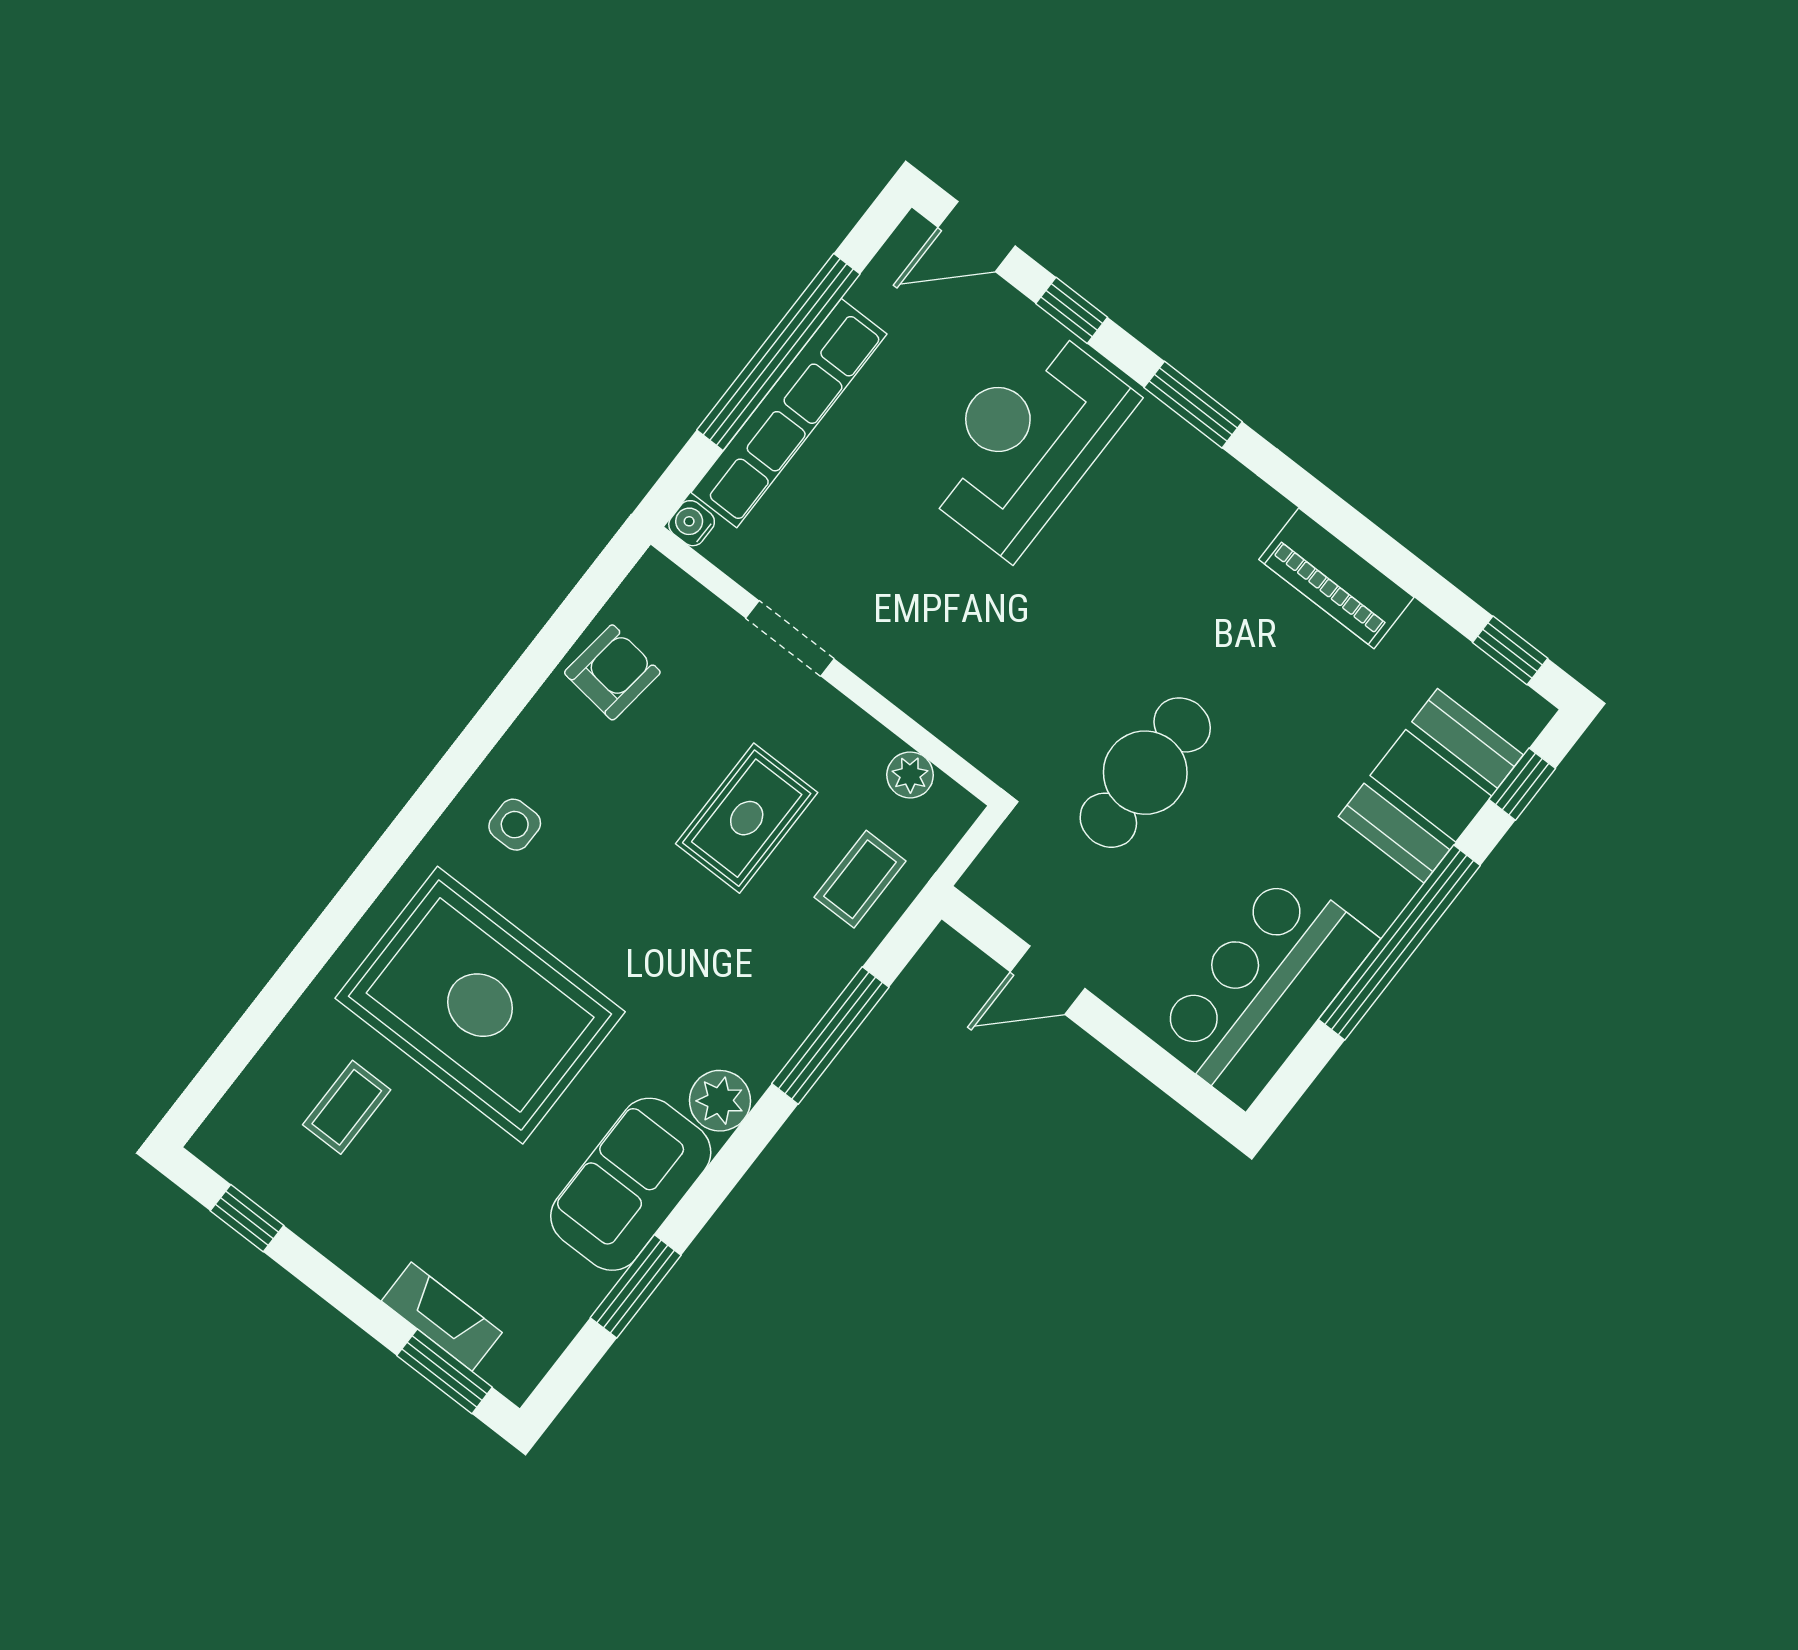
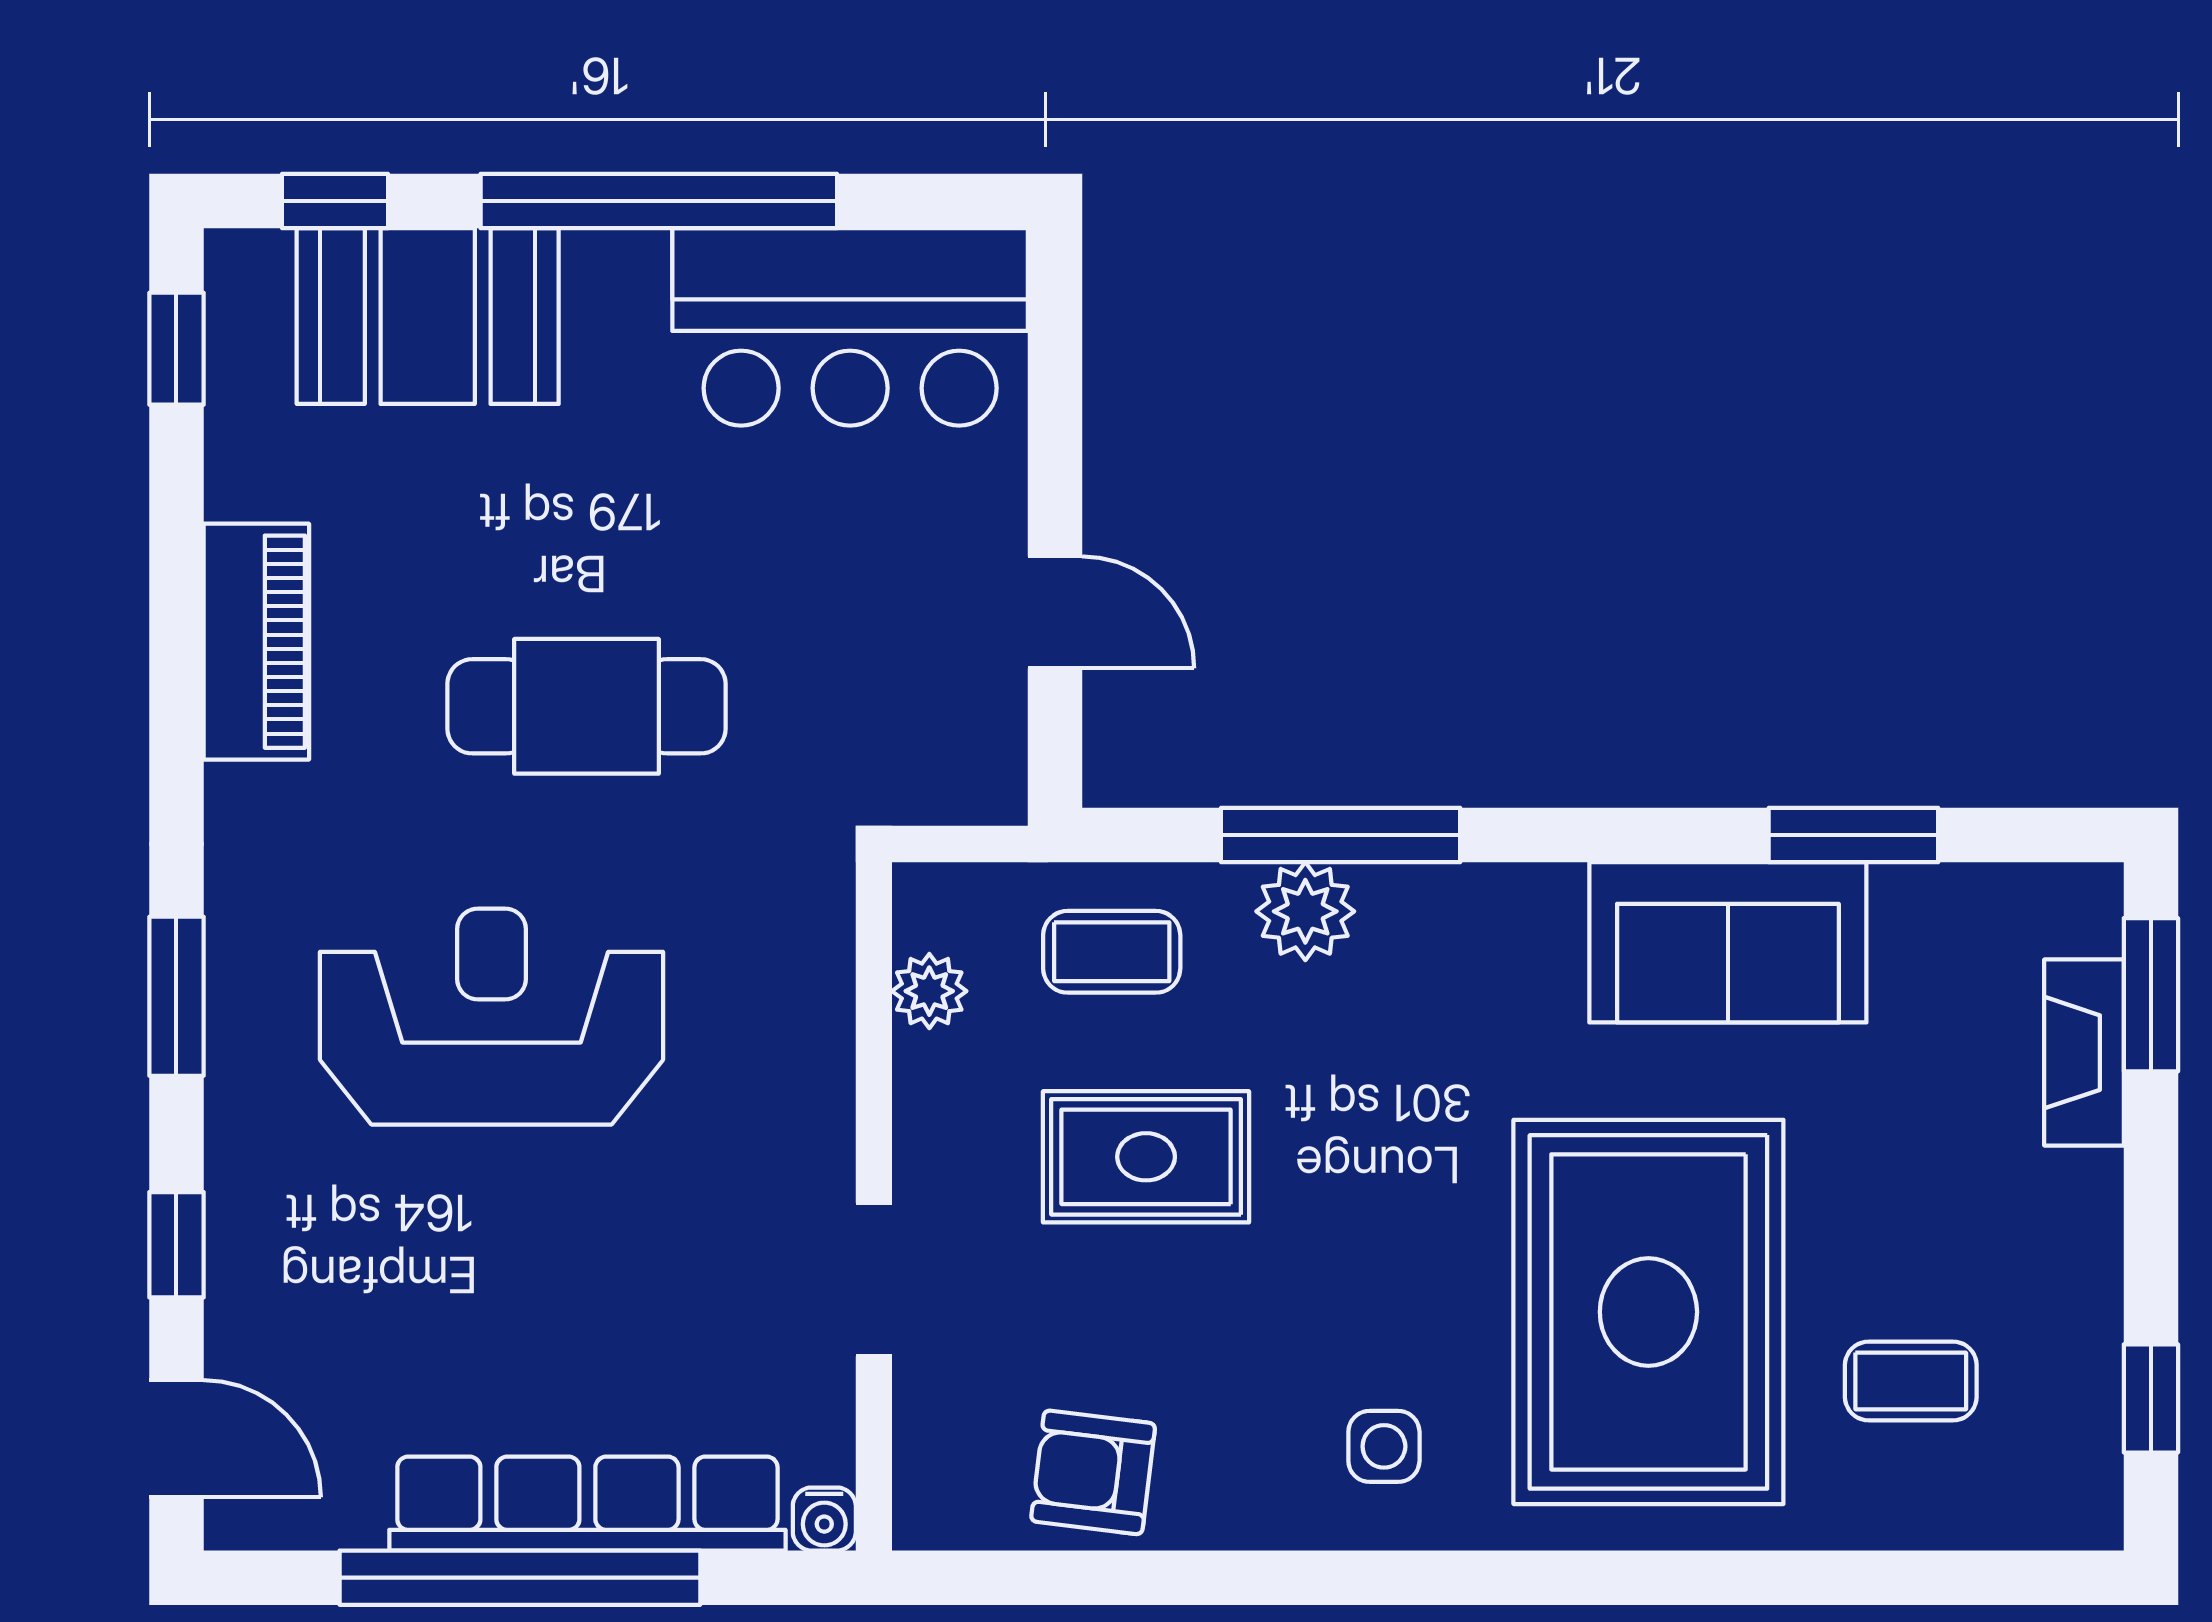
reception desk: (1025, 441) -> (492, 1017), moved, turned 180
cafe table: (1145, 773) -> (587, 706), moved
plant: (720, 1101) -> (1305, 911), moved

